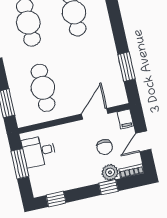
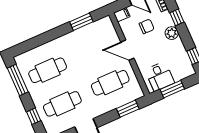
door: (95, 114) -> (127, 50), moved
plant: (110, 172) -> (172, 33), moved

